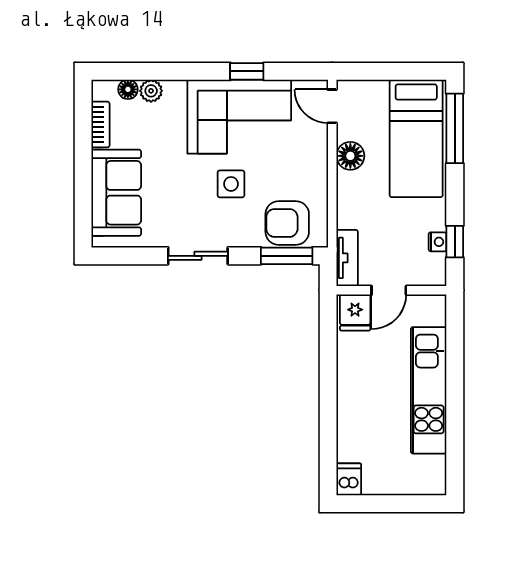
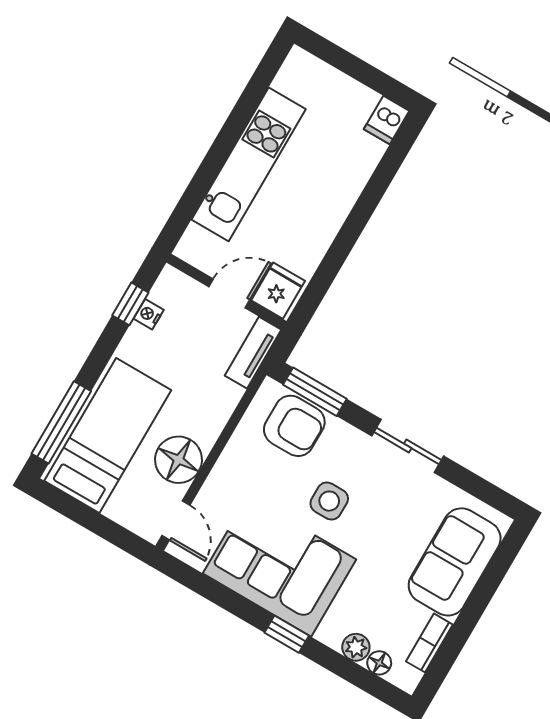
window: (247, 71) -> (287, 634), moved
floor lamp: (350, 156) -> (179, 460), width x1.38, depth x1.38

